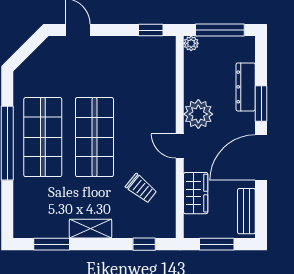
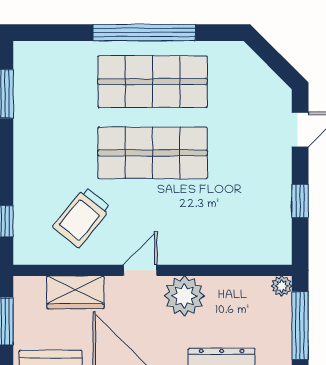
window: (151, 30) -> (300, 201), moved
trolley: (141, 188) -> (82, 217), width x1.36, depth x1.39
shelving: (91, 229) -> (26, 147), removed

